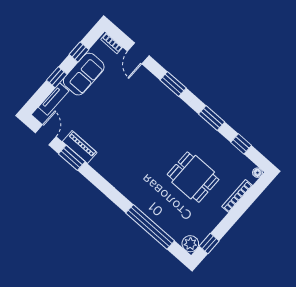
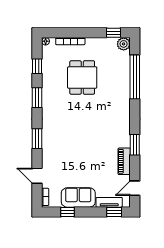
door: (138, 53) -> (37, 176), swing flipped
window: (57, 77) -> (114, 212), moved
window: (72, 158) -> (135, 145), moved

